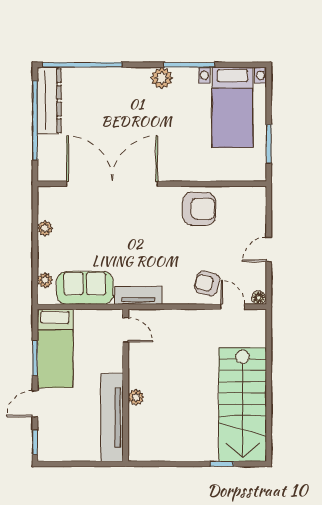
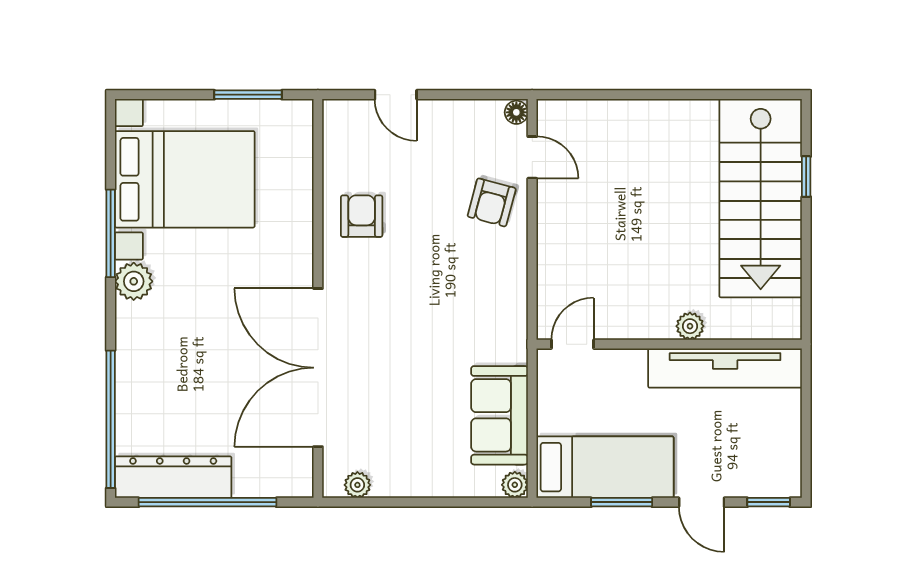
bed with nightstands: (232, 107) -> (185, 179), width x1.36
armchair: (199, 209) -> (362, 216), width x0.72, depth x0.72
plant: (45, 228) -> (357, 485), moved
door: (269, 250) -> (396, 95), moved
plant: (45, 280) -> (515, 485), moved
tv unit: (138, 295) -> (512, 322), removed
door: (233, 307) -> (532, 157), swing flipped
stairs: (243, 405) -> (761, 198), moved, turned 90

